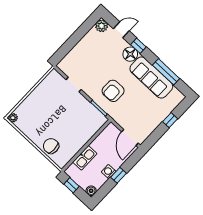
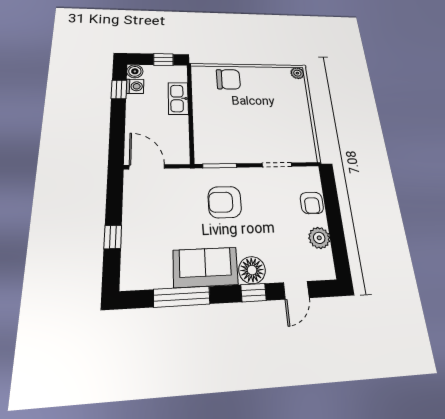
plant: (102, 26) -> (319, 238), moved
armchair: (77, 54) -> (312, 203), added
sofa: (151, 78) -> (205, 267), width x0.73
armchair: (113, 91) -> (225, 202), turned -90
washing machine: (109, 172) -> (135, 86), moved
window: (119, 175) -> (119, 89), moved

